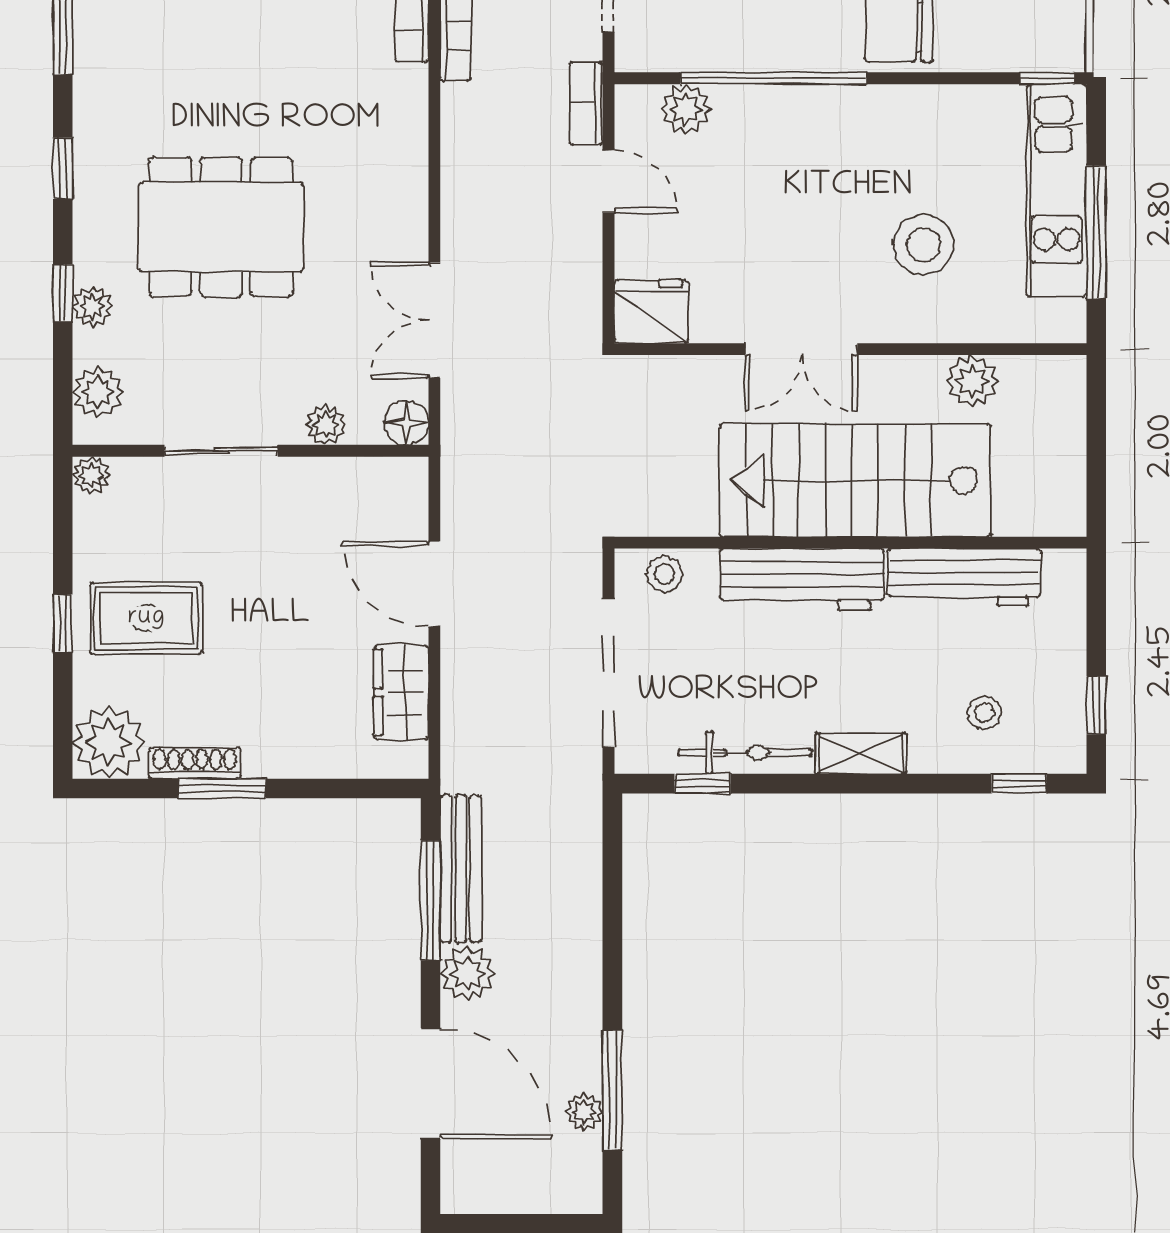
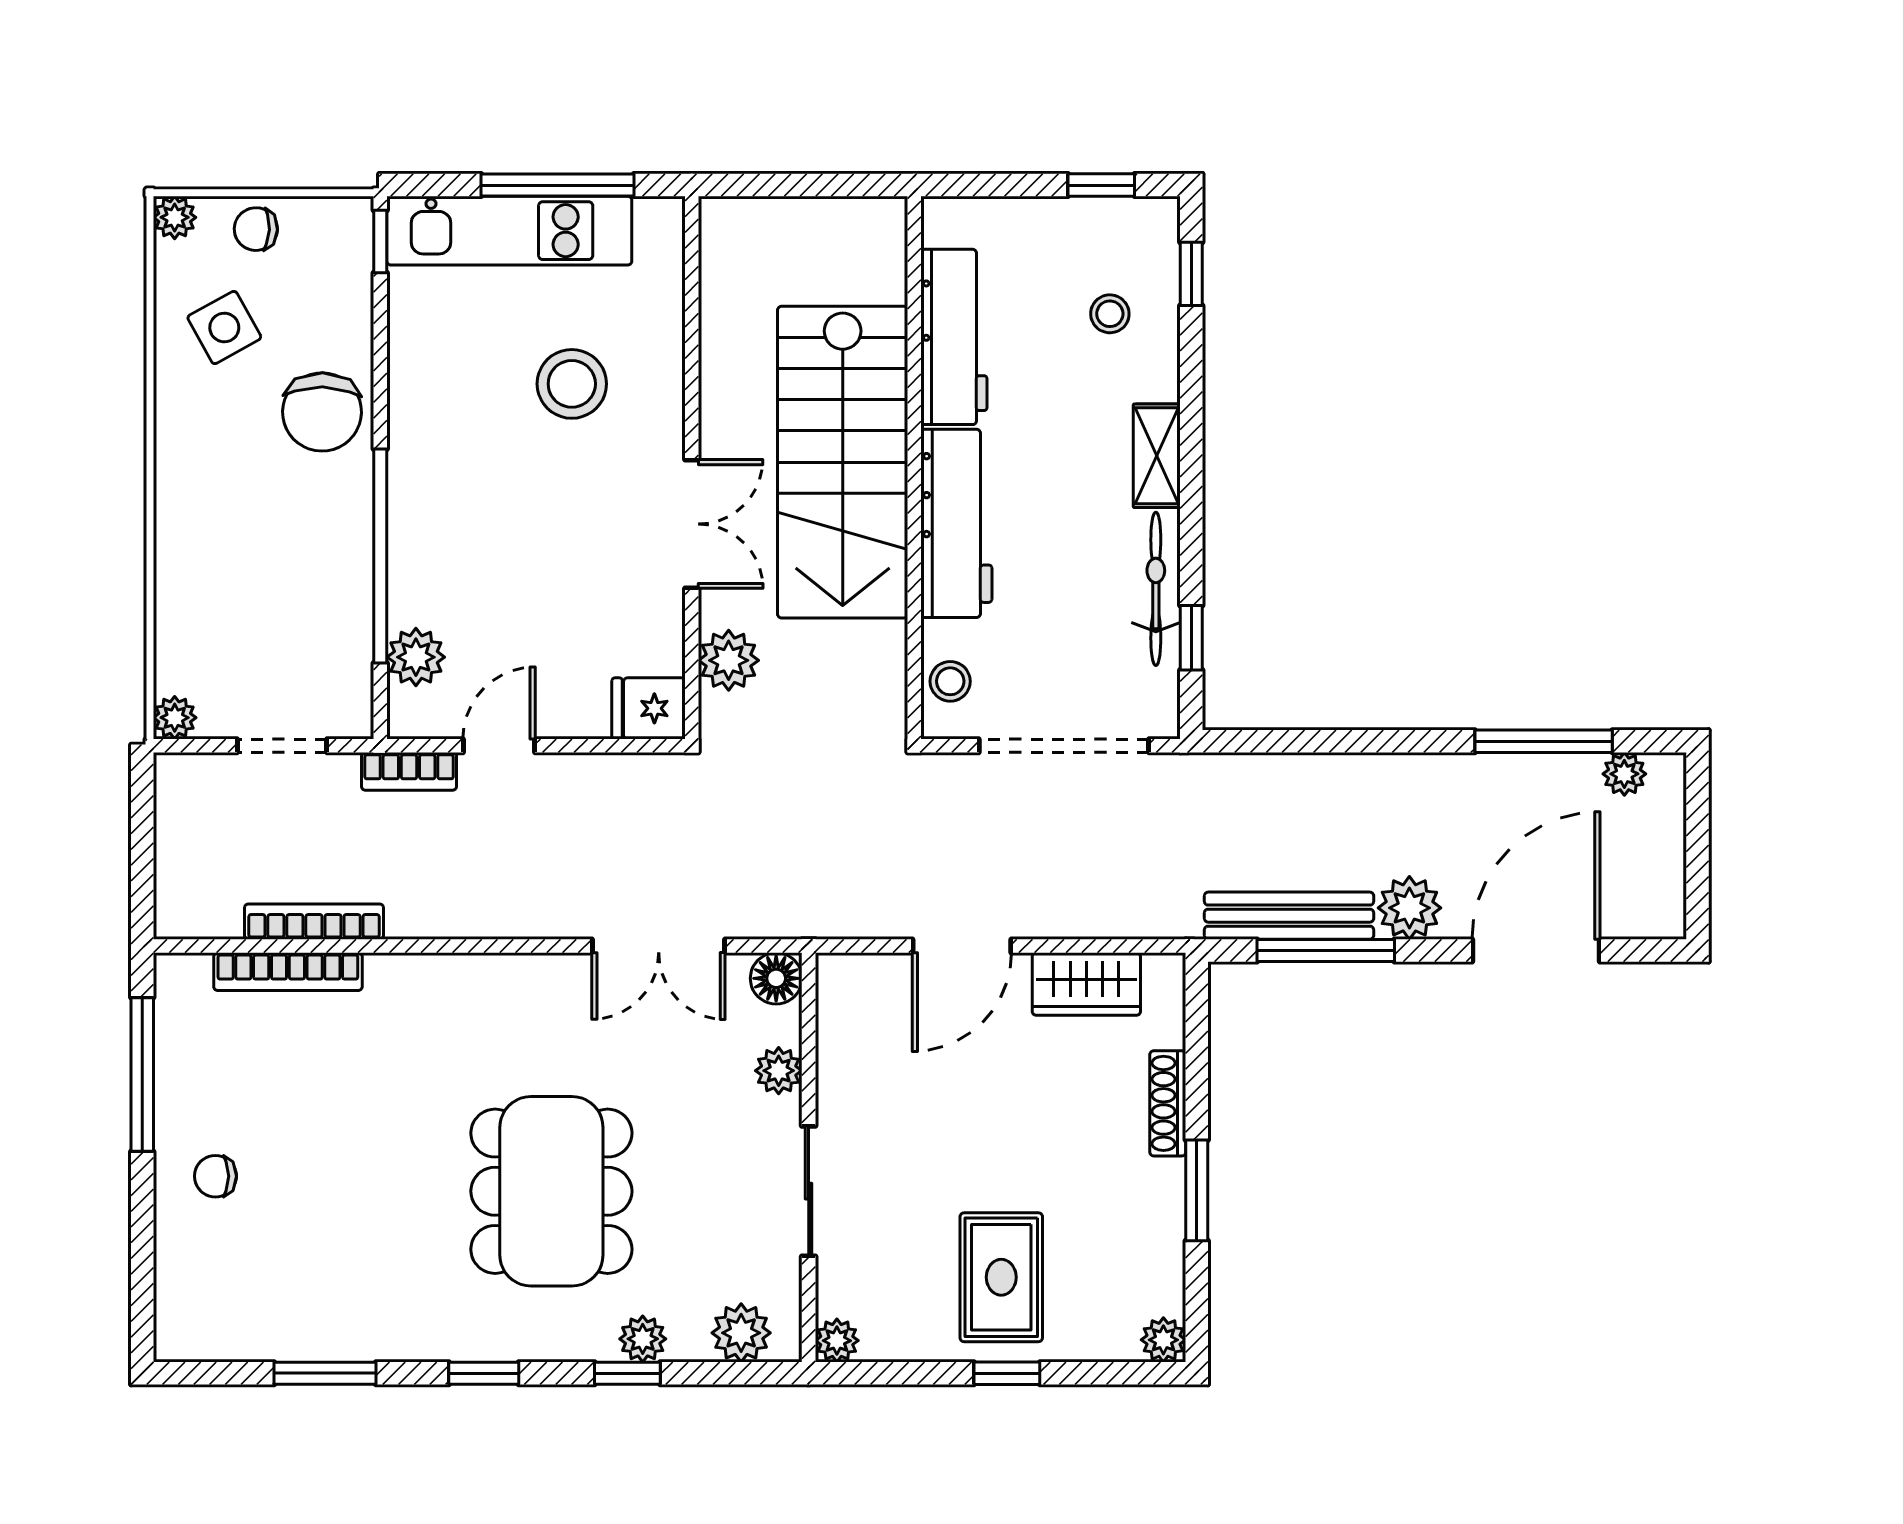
fridge: (651, 312) -> (649, 708), width x0.72
plant: (972, 381) -> (729, 660), moved
plant: (109, 742) -> (1163, 1340), width x0.53, depth x0.53
shoe rack: (195, 763) -> (1168, 1103), moved
plant: (584, 1112) -> (1624, 774), moved

